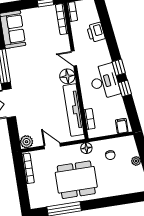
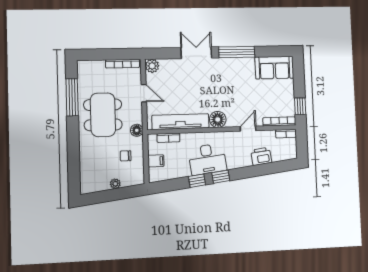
door: (74, 58) -> (248, 129), moved
filing cabinet: (122, 126) -> (156, 161), moved
door: (52, 146) -> (144, 93), hinge flipped

